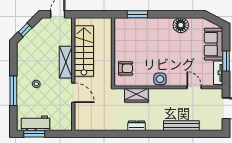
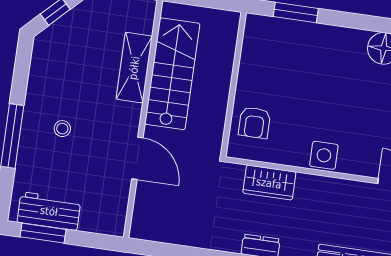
shelving: (66, 62) -> (134, 68), moved
armchair: (125, 68) -> (255, 123), turned 90

